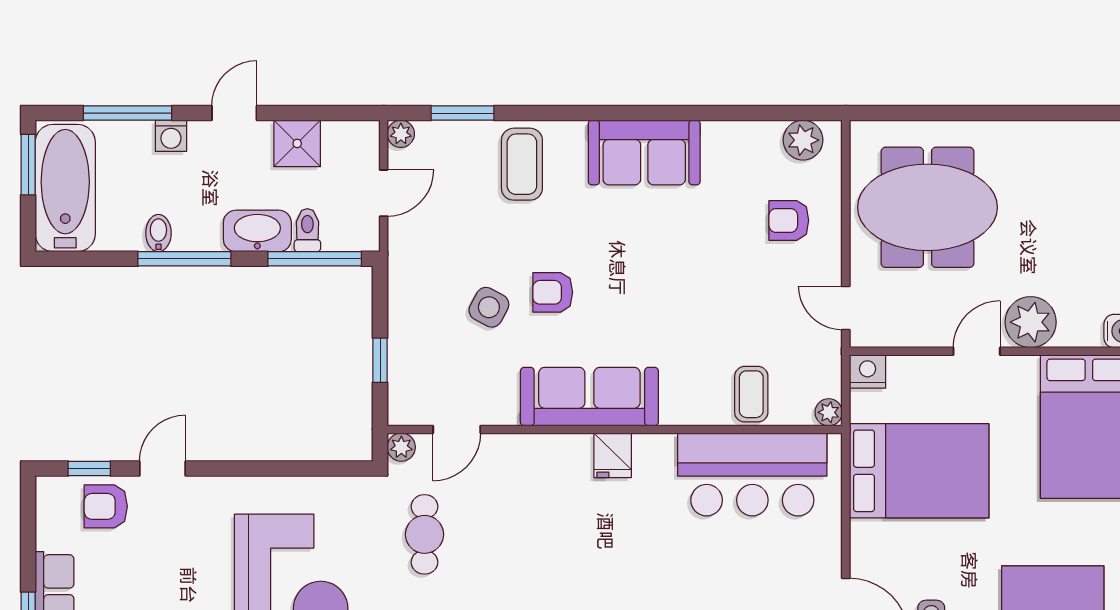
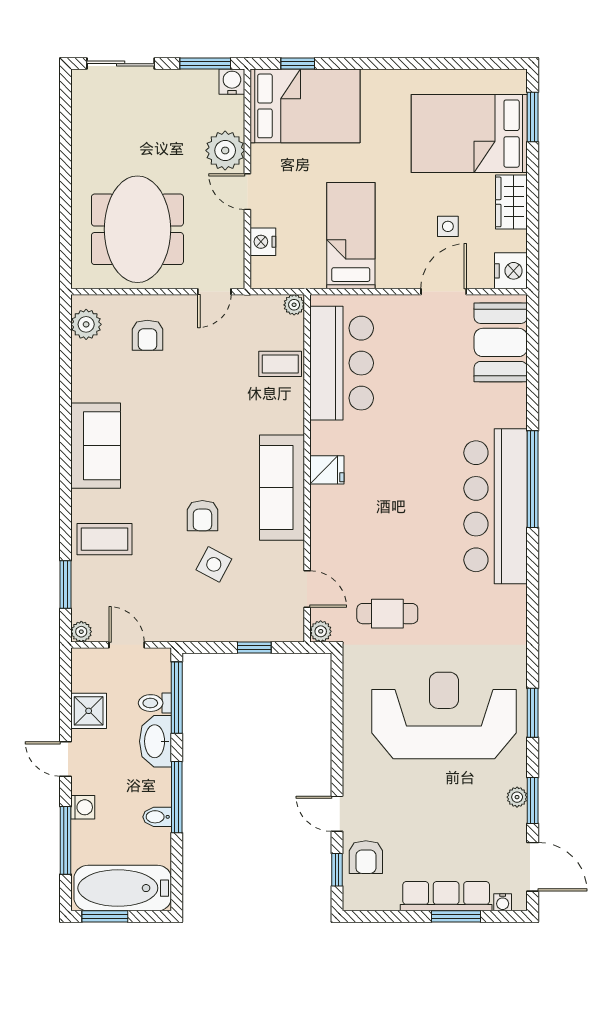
nightstand: (868, 372) -> (263, 242), moved
bed: (919, 471) -> (351, 236), width x0.67

